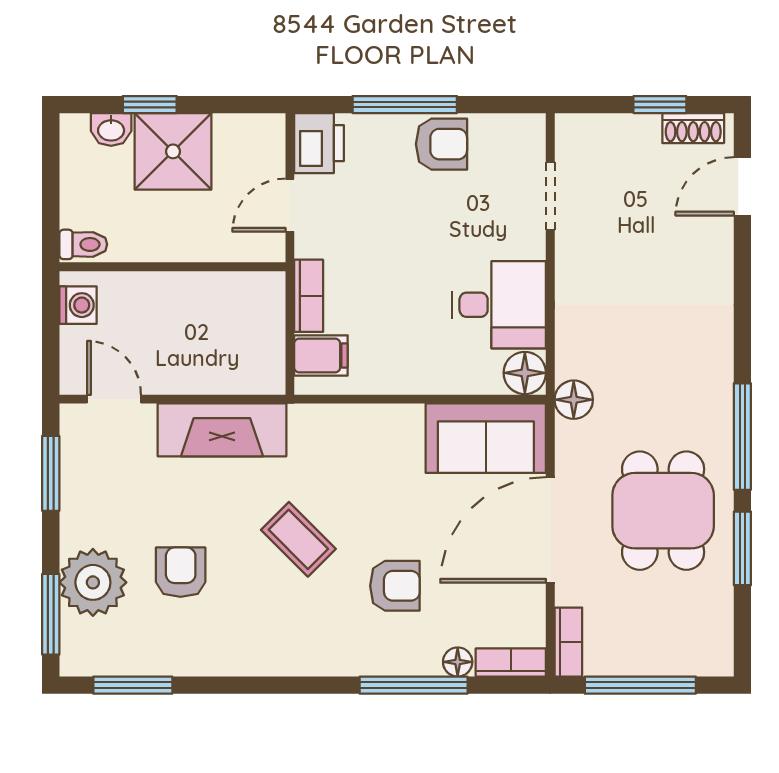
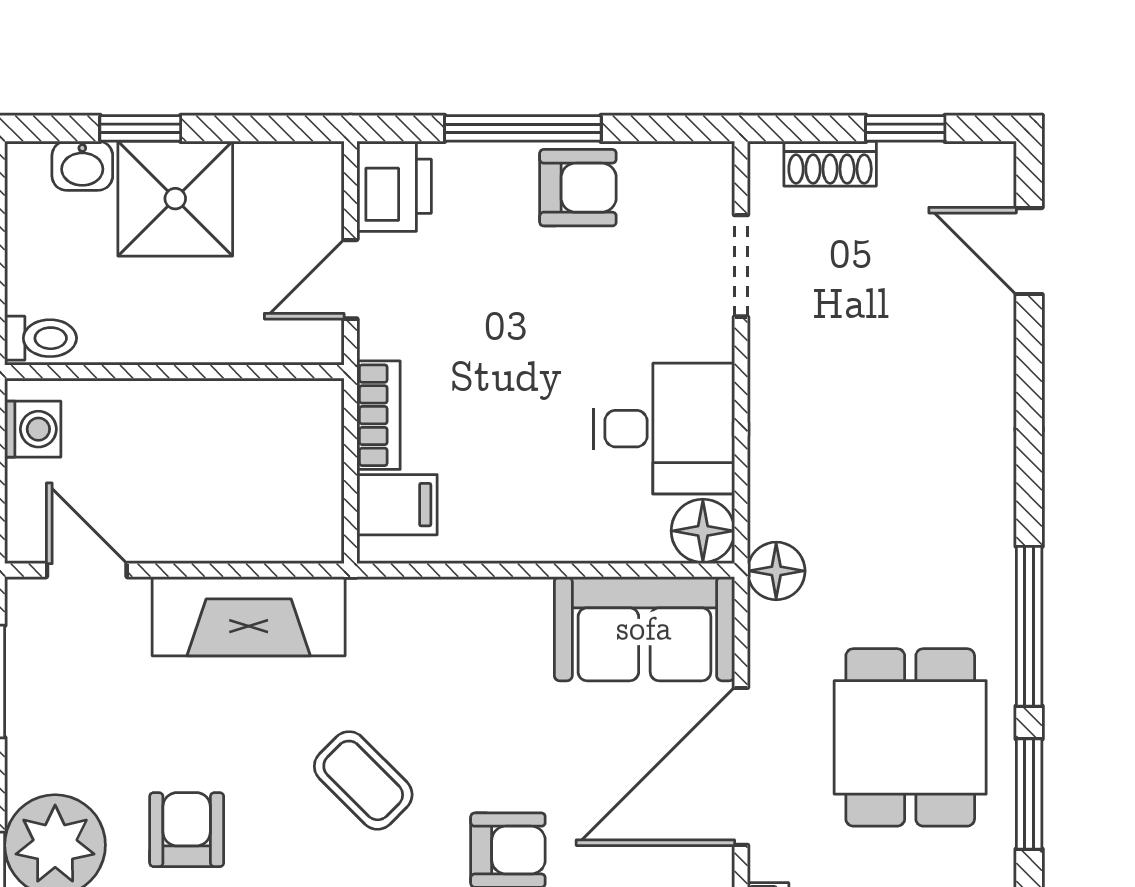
shoe rack: (693, 128) -> (830, 164), moved
door: (742, 186) -> (1029, 251), hinge flipped

